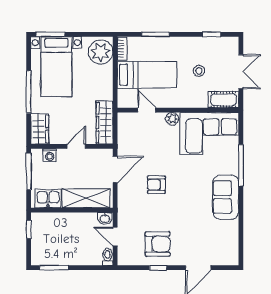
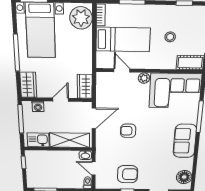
wardrobe: (104, 123) -> (85, 86), width x0.67
floor lamp: (229, 247) -> (184, 177), added

